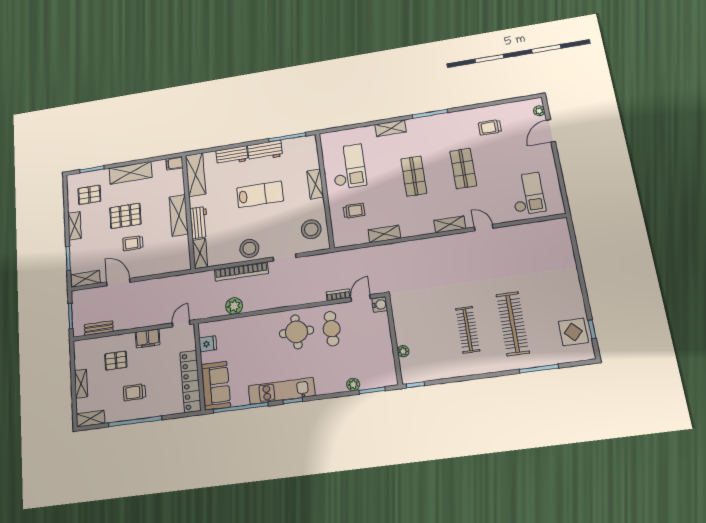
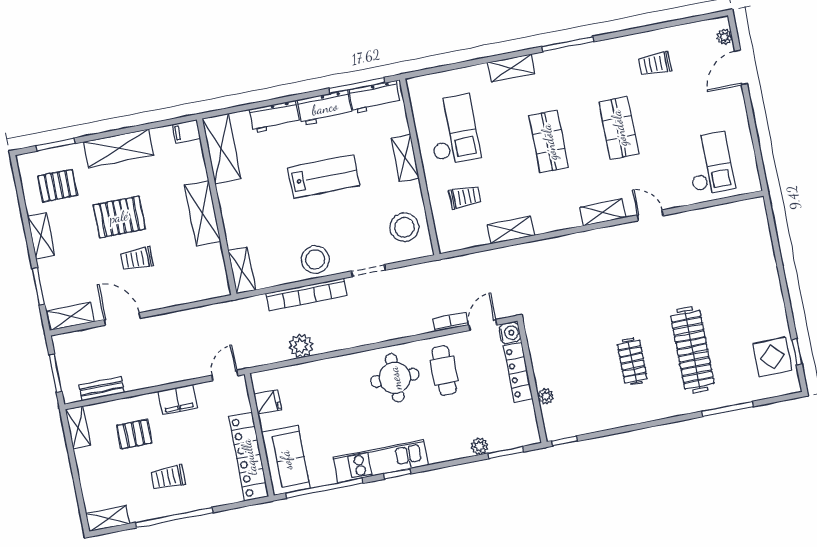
workbench: (199, 223) -> (375, 97), moved, turned 90
clothes rail: (468, 330) -> (632, 362), width x0.73
locker: (384, 333) -> (518, 372), added
shelving: (81, 384) -> (78, 427), moved

